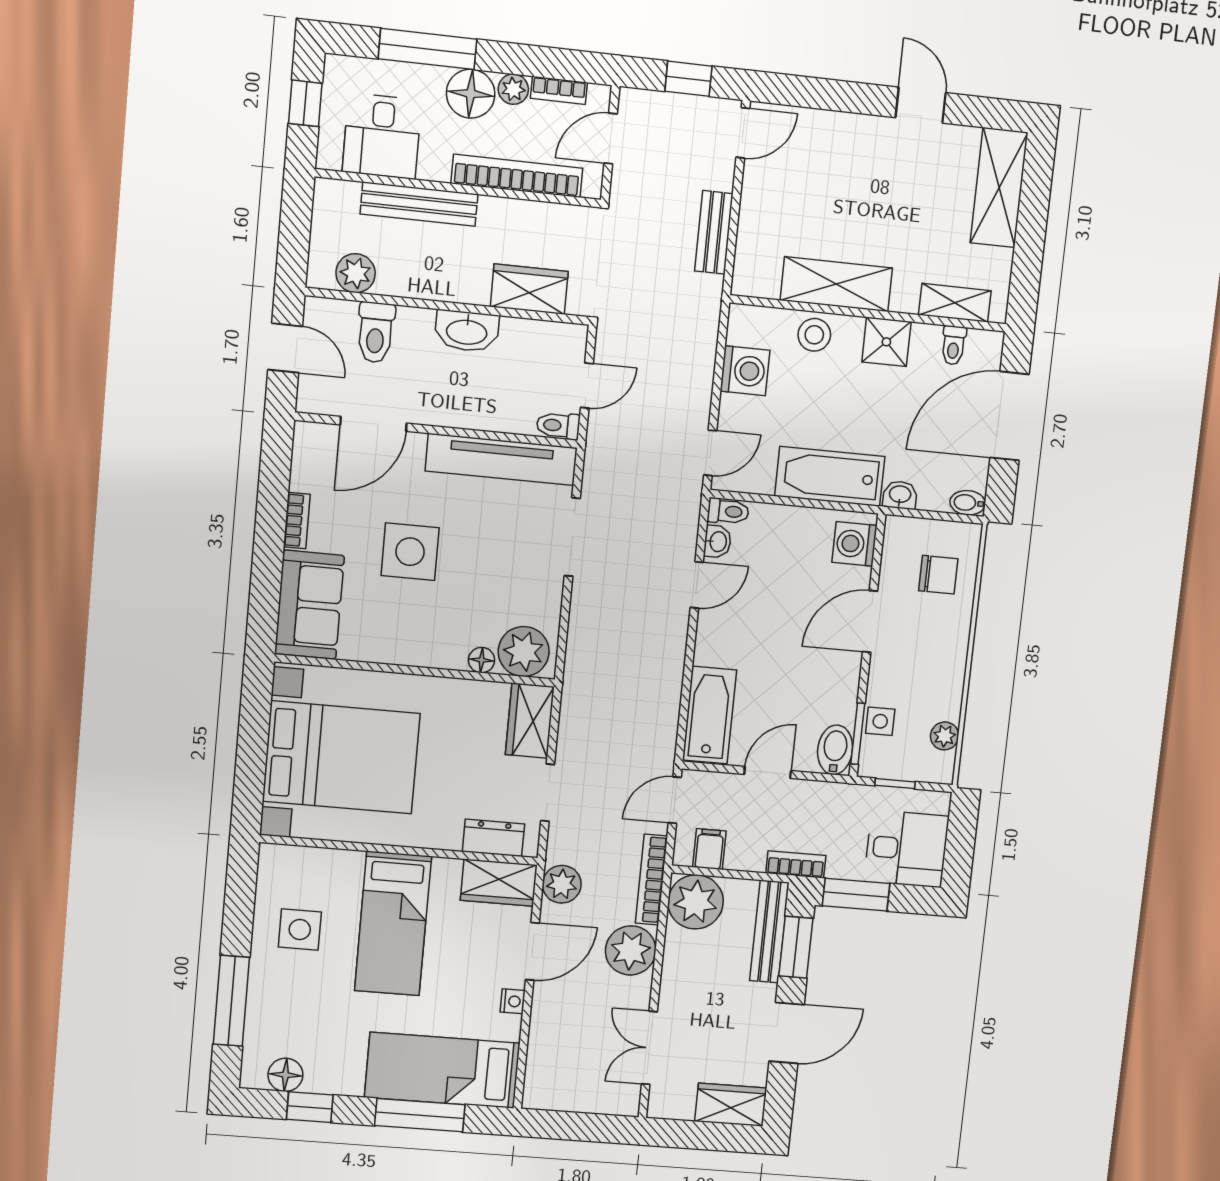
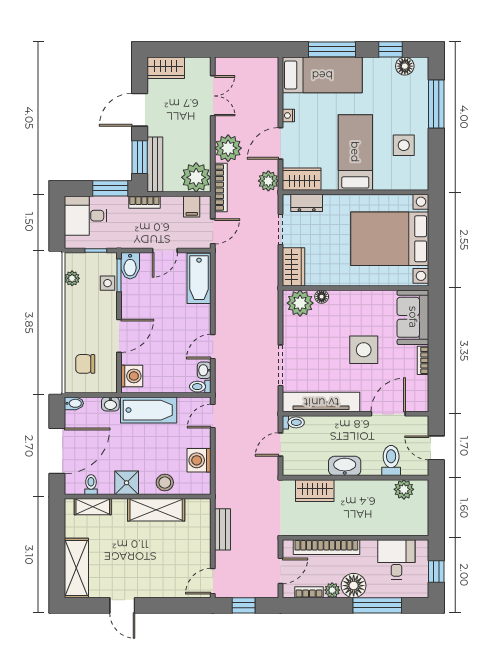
bench: (419, 204) -> (375, 528), removed

